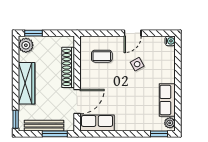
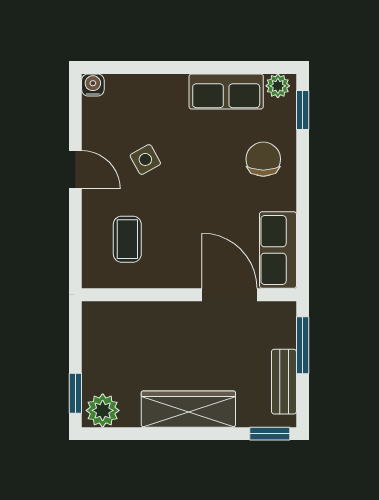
shoe rack: (68, 67) -> (153, 315), removed
chair: (137, 116) -> (263, 159), added
bench: (44, 126) -> (284, 382), width x0.73

